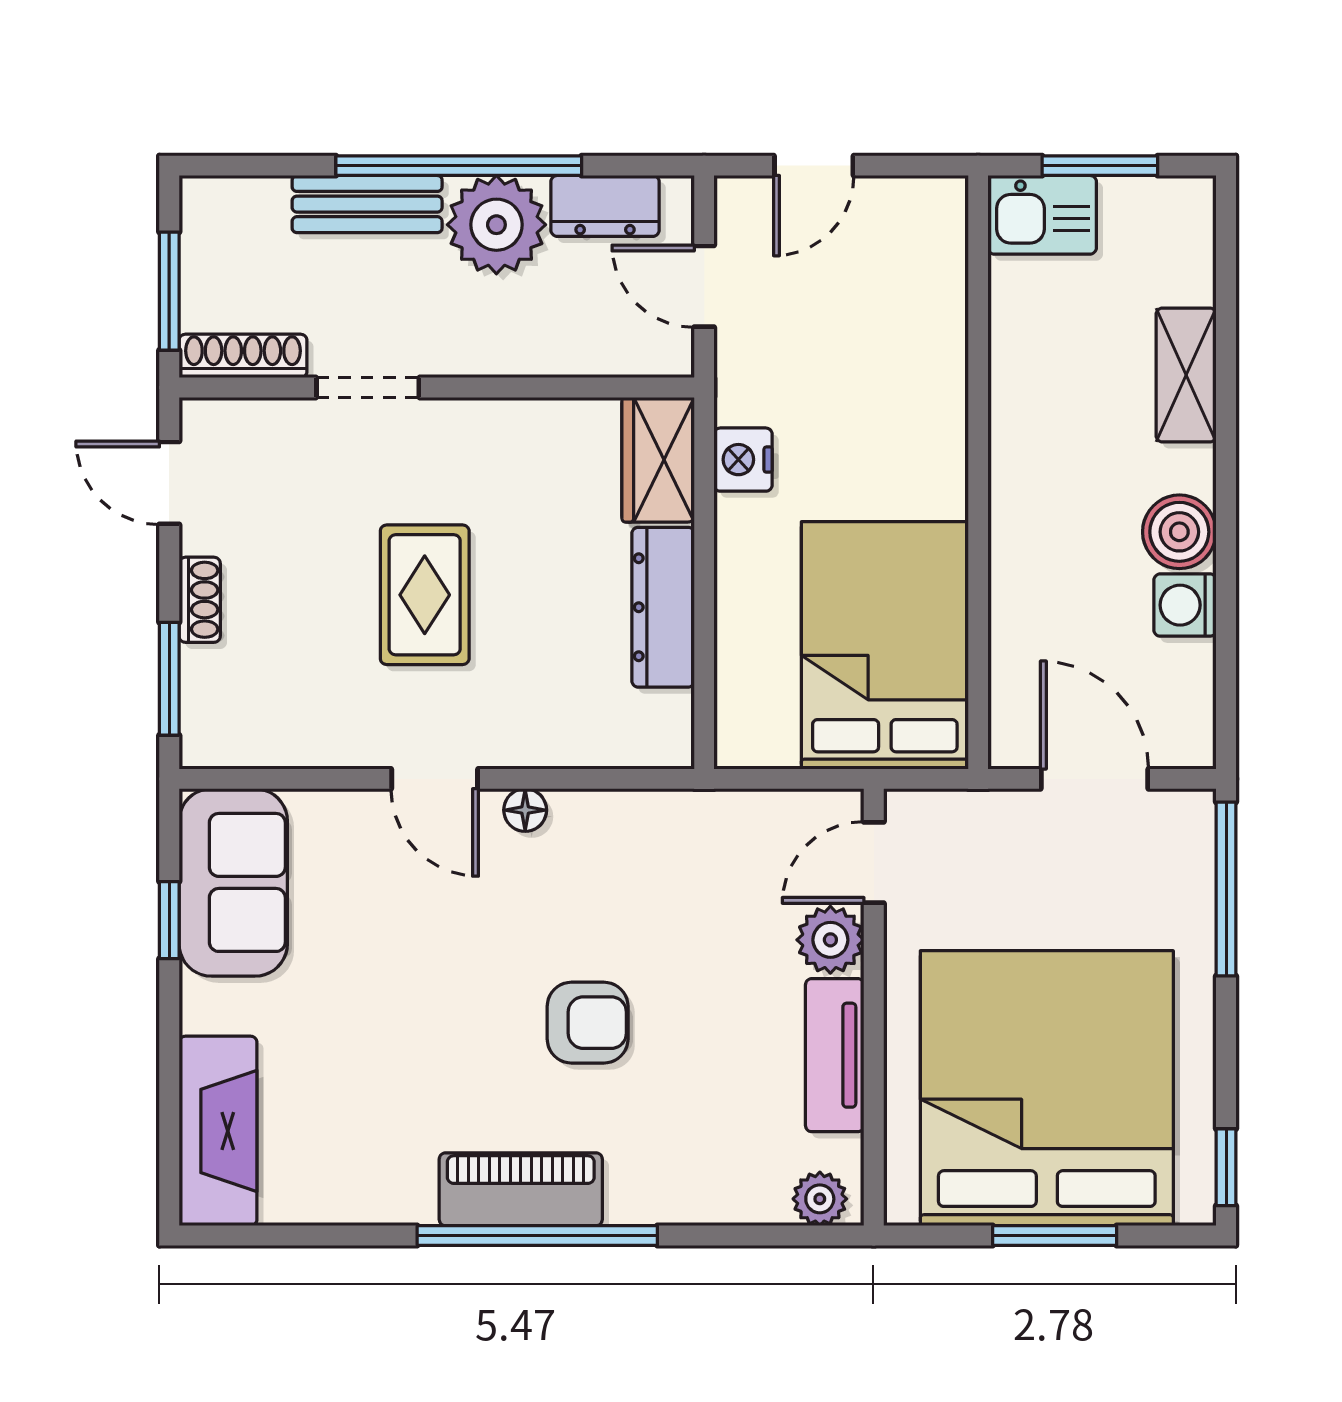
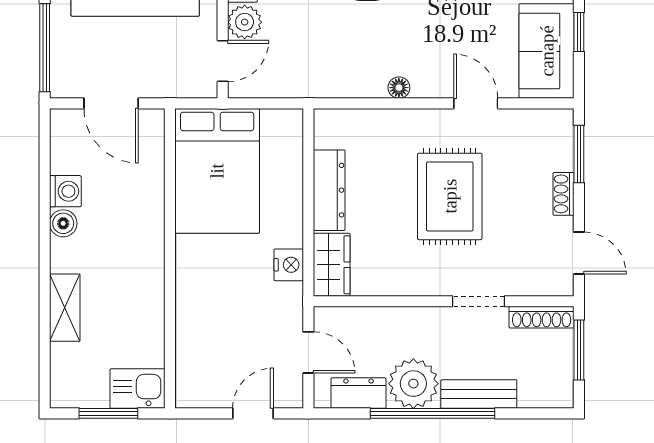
boiler: (1179, 532) -> (63, 223), width x0.73, depth x0.73
rug: (425, 595) -> (450, 196), width x1.36, depth x1.43
door: (435, 779) -> (476, 103), moved

